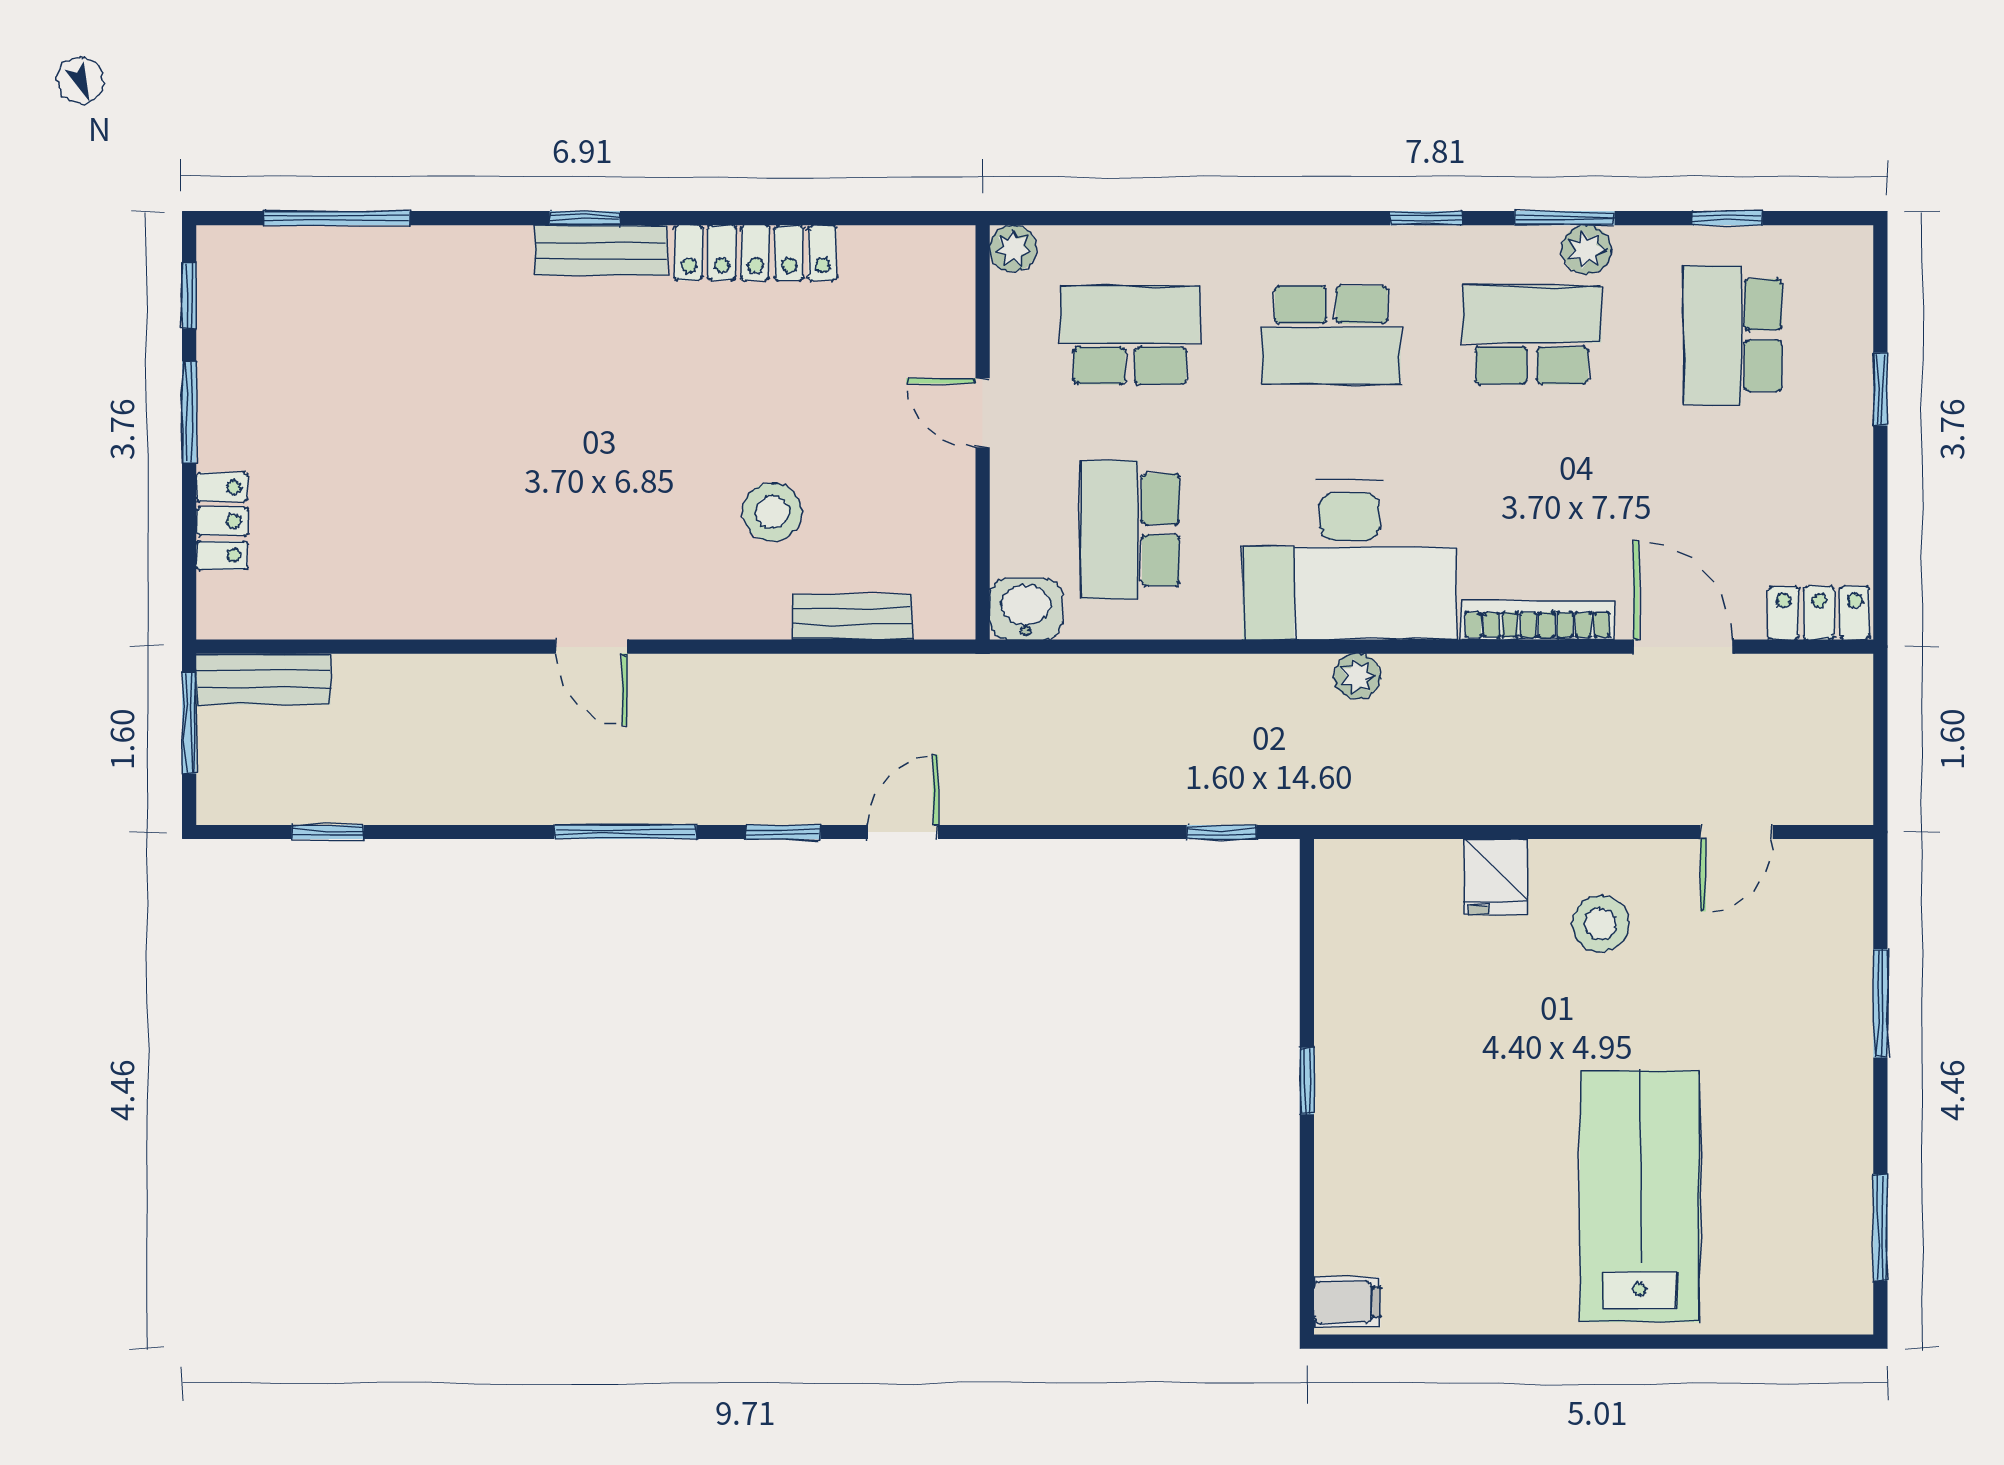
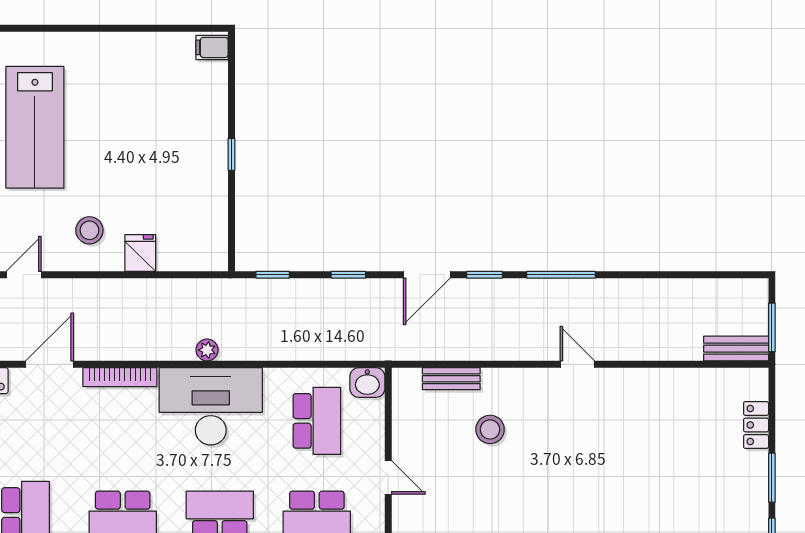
door: (1683, 647) -> (50, 364), swing flipped
window: (328, 832) -> (348, 275), moved
door: (903, 832) -> (427, 275), width x1.38
lab bench: (1640, 1196) -> (35, 127), moved

